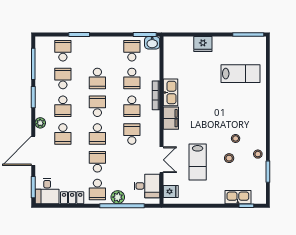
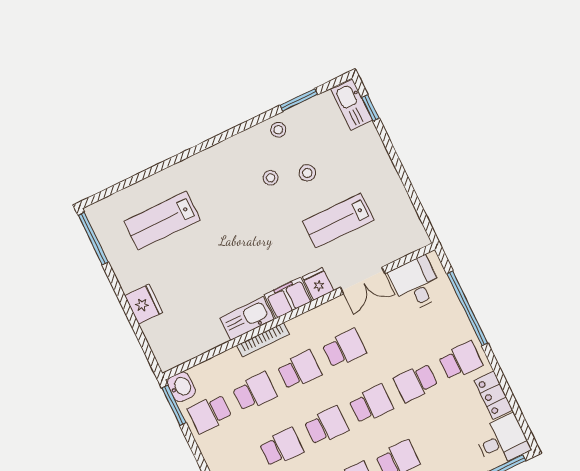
lab bench: (240, 74) -> (162, 221), turned -90
school desk: (97, 106) -> (326, 426), turned 180
school desk: (132, 134) -> (344, 349), turned 180
double door: (162, 160) -> (363, 281), swing flipped
lab bench: (198, 162) -> (338, 221), turned 180
fridge: (171, 191) -> (318, 284), moved
plant: (118, 197) -> (457, 322), removed
kitchen sink: (238, 197) -> (352, 105), moved

